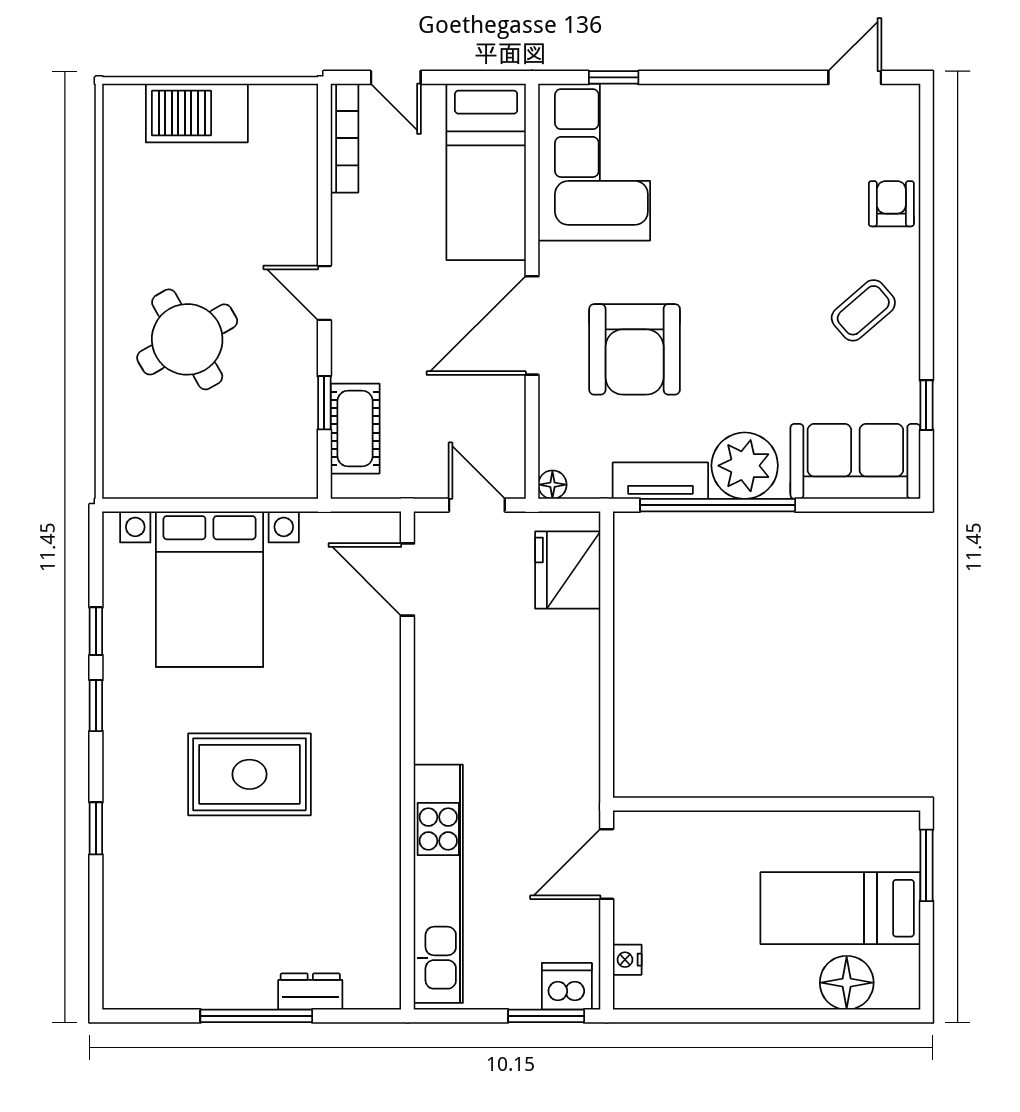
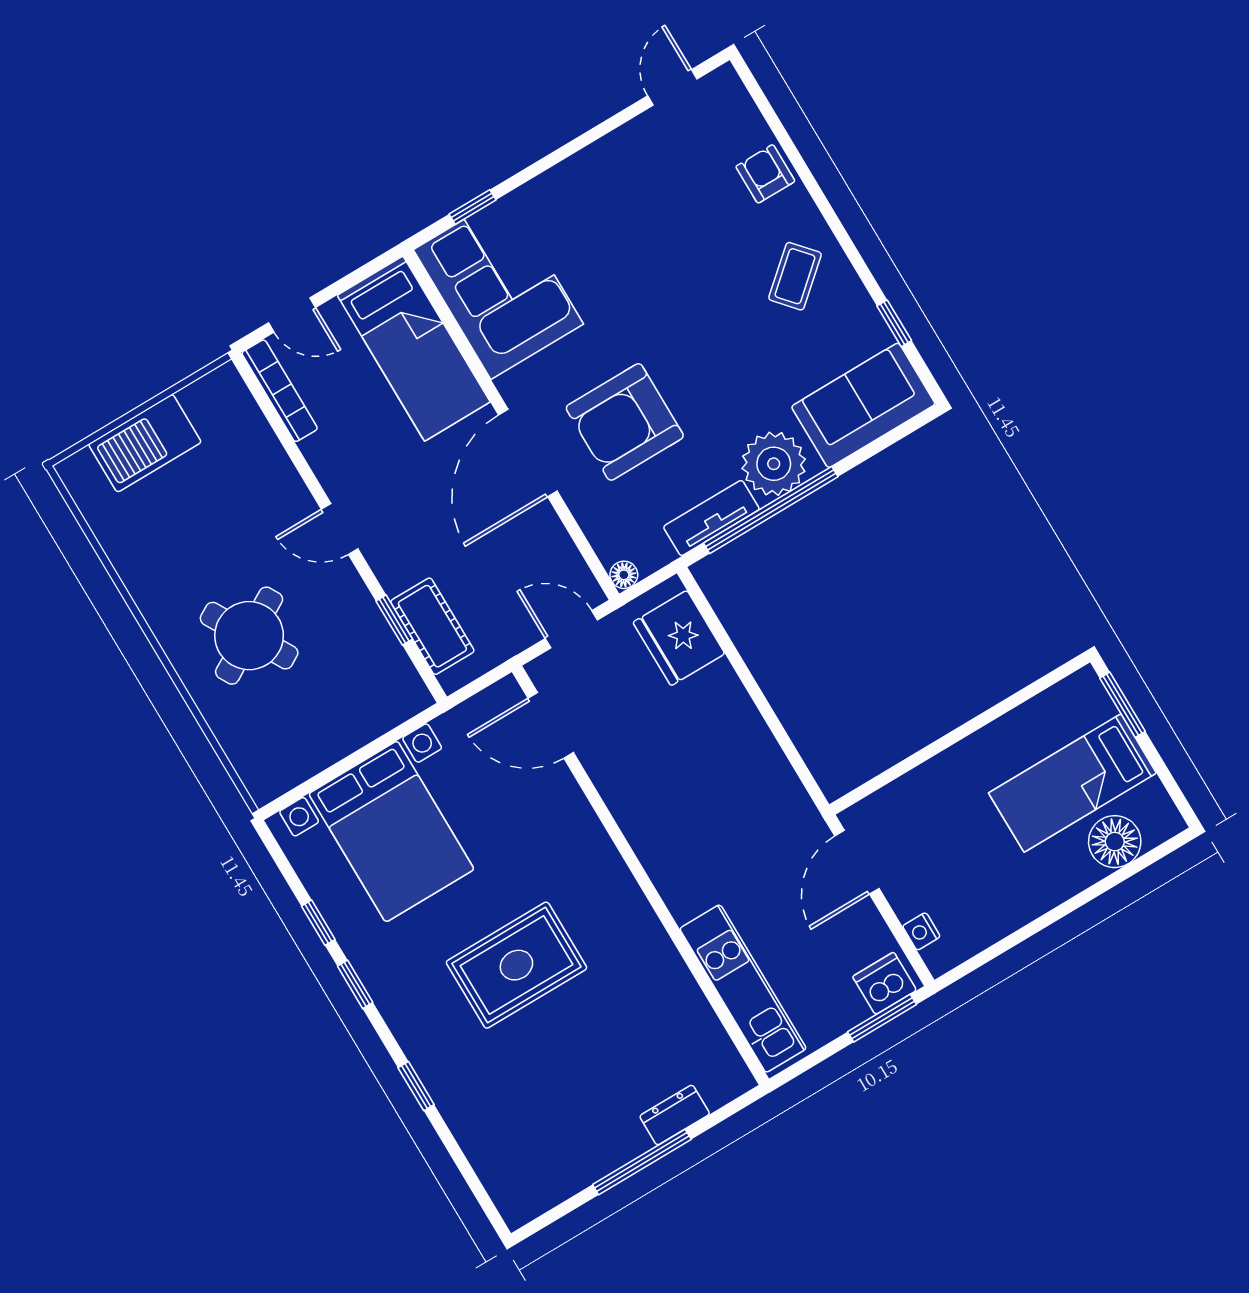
armchair: (635, 349) -> (625, 422), turned 90
kitchen unit: (438, 884) -> (743, 989), width x0.73

